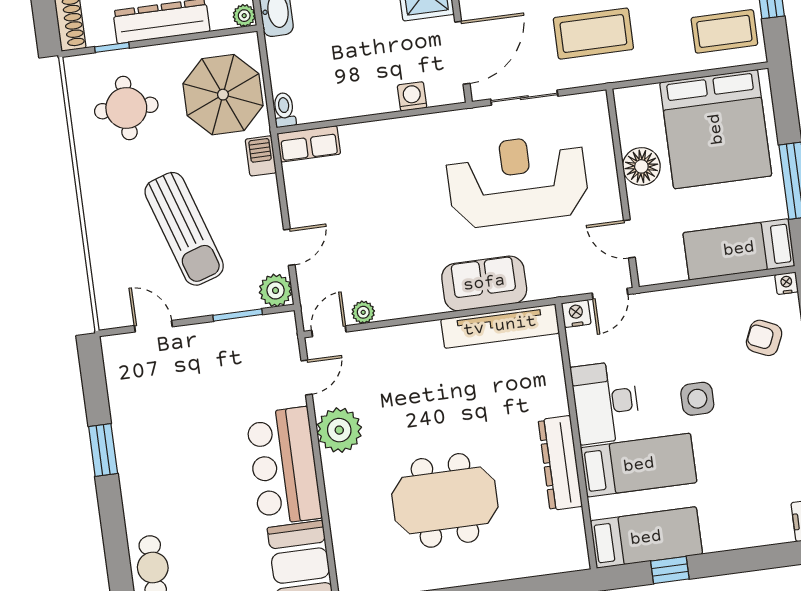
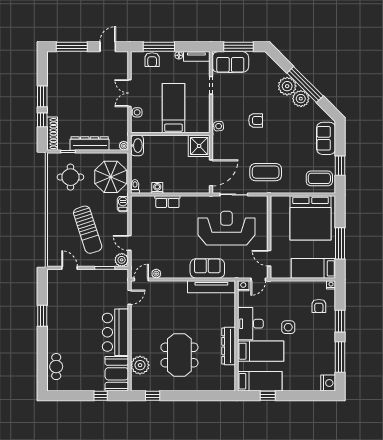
washing machine: (412, 96) -> (157, 188), moved
row of seats: (309, 144) -> (167, 202), moved
floor lamp: (641, 166) -> (278, 229), removed
door: (289, 247) -> (130, 243), swing flipped
armchair: (764, 338) -> (319, 306), turned -114
plant: (339, 430) -> (140, 365), moved
meeting table: (445, 500) -> (179, 355), turned 90

